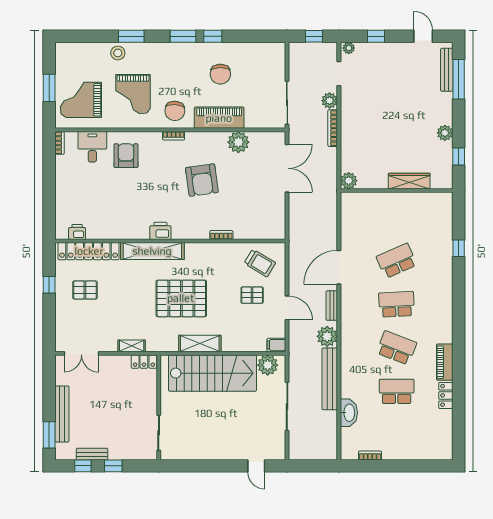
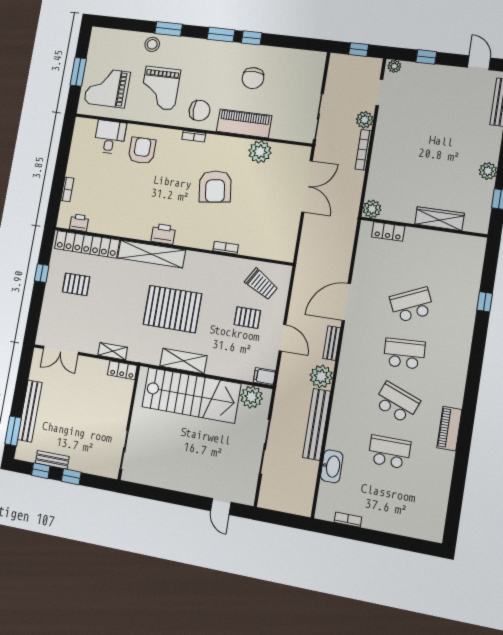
chair: (175, 111) -> (200, 111), turned -94
bookcase: (60, 143) -> (67, 189), moved
locker: (446, 395) -> (388, 232), moved, turned -90

